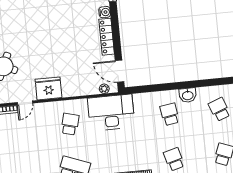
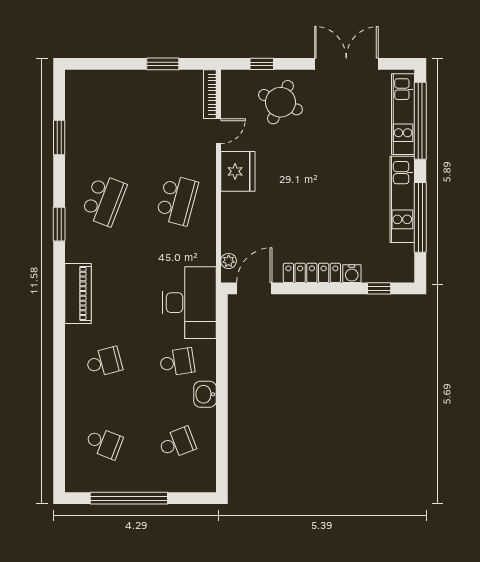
door: (25, 103) -> (218, 131), swing flipped
desk: (111, 113) -> (189, 303), moved
school desk: (70, 124) -> (177, 200), width x1.85

